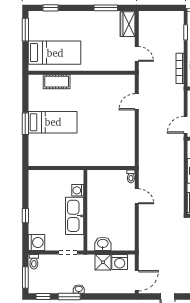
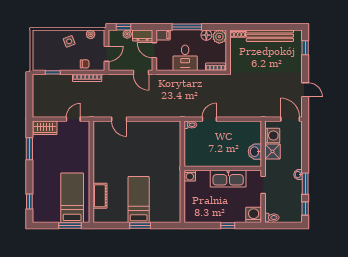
window: (25, 30) -> (70, 226), moved
washing machine: (78, 190) -> (190, 176), moved
window: (25, 277) -> (287, 226), removed

